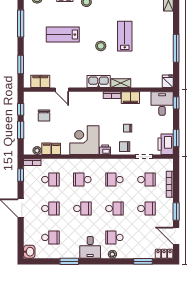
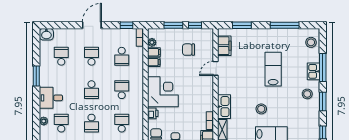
school desk: (50, 208) -> (91, 56), turned 180
school desk: (50, 237) -> (61, 56), turned 180

